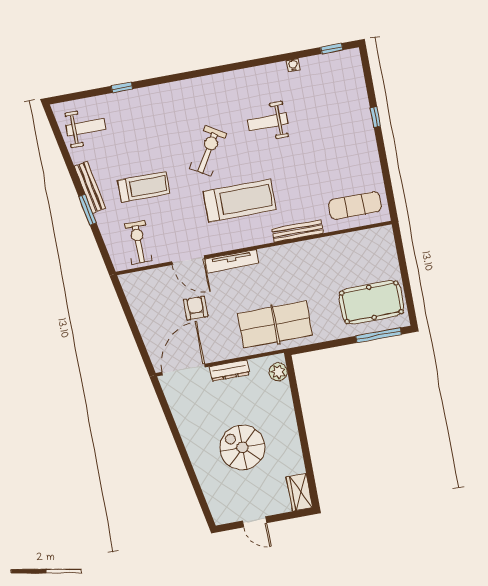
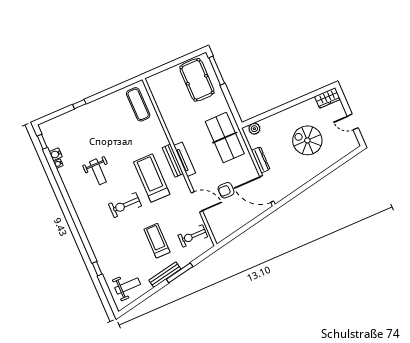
water cooler: (308, 64) -> (56, 154), added
weight bench: (86, 127) -> (128, 286), turned 90
exercise bike: (208, 151) -> (125, 205), turned -31
window: (87, 210) -> (180, 273), width x1.44
bench: (298, 231) -> (173, 161), moved
door: (188, 260) -> (197, 202), hinge flipped
tv unit: (232, 261) -> (185, 159), moved
spiral stairs: (242, 447) -> (307, 140), turned 90
door: (255, 522) -> (353, 122), swing flipped

